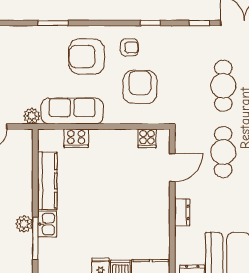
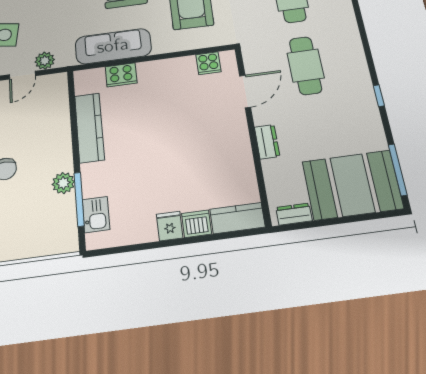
plant: (32, 116) -> (45, 61), moved
kitchen sink: (47, 224) -> (96, 215), moved

